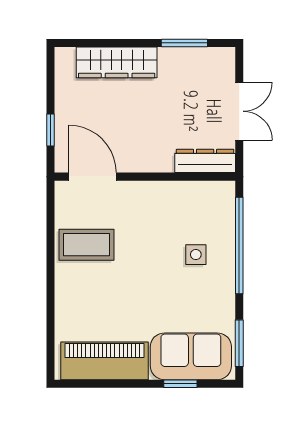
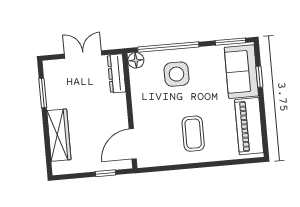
floor lamp: (223, 193) -> (136, 60), added
coffee table: (86, 245) -> (193, 134), moved
side table: (196, 255) -> (177, 74), width x1.87, depth x1.87

